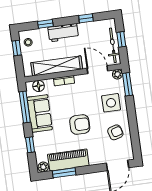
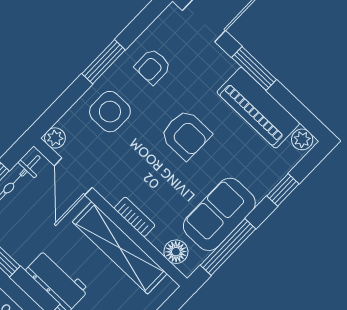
window: (127, 84) -> (104, 62), moved
armchair: (80, 125) -> (186, 135), turned 180
armchair: (115, 132) -> (153, 66), turned -74
window: (64, 173) -> (254, 69), moved

